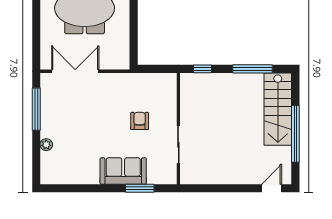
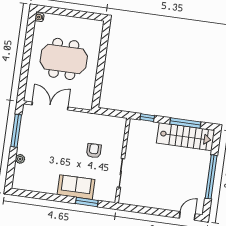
stairs: (278, 109) -> (186, 137), moved, turned -90

